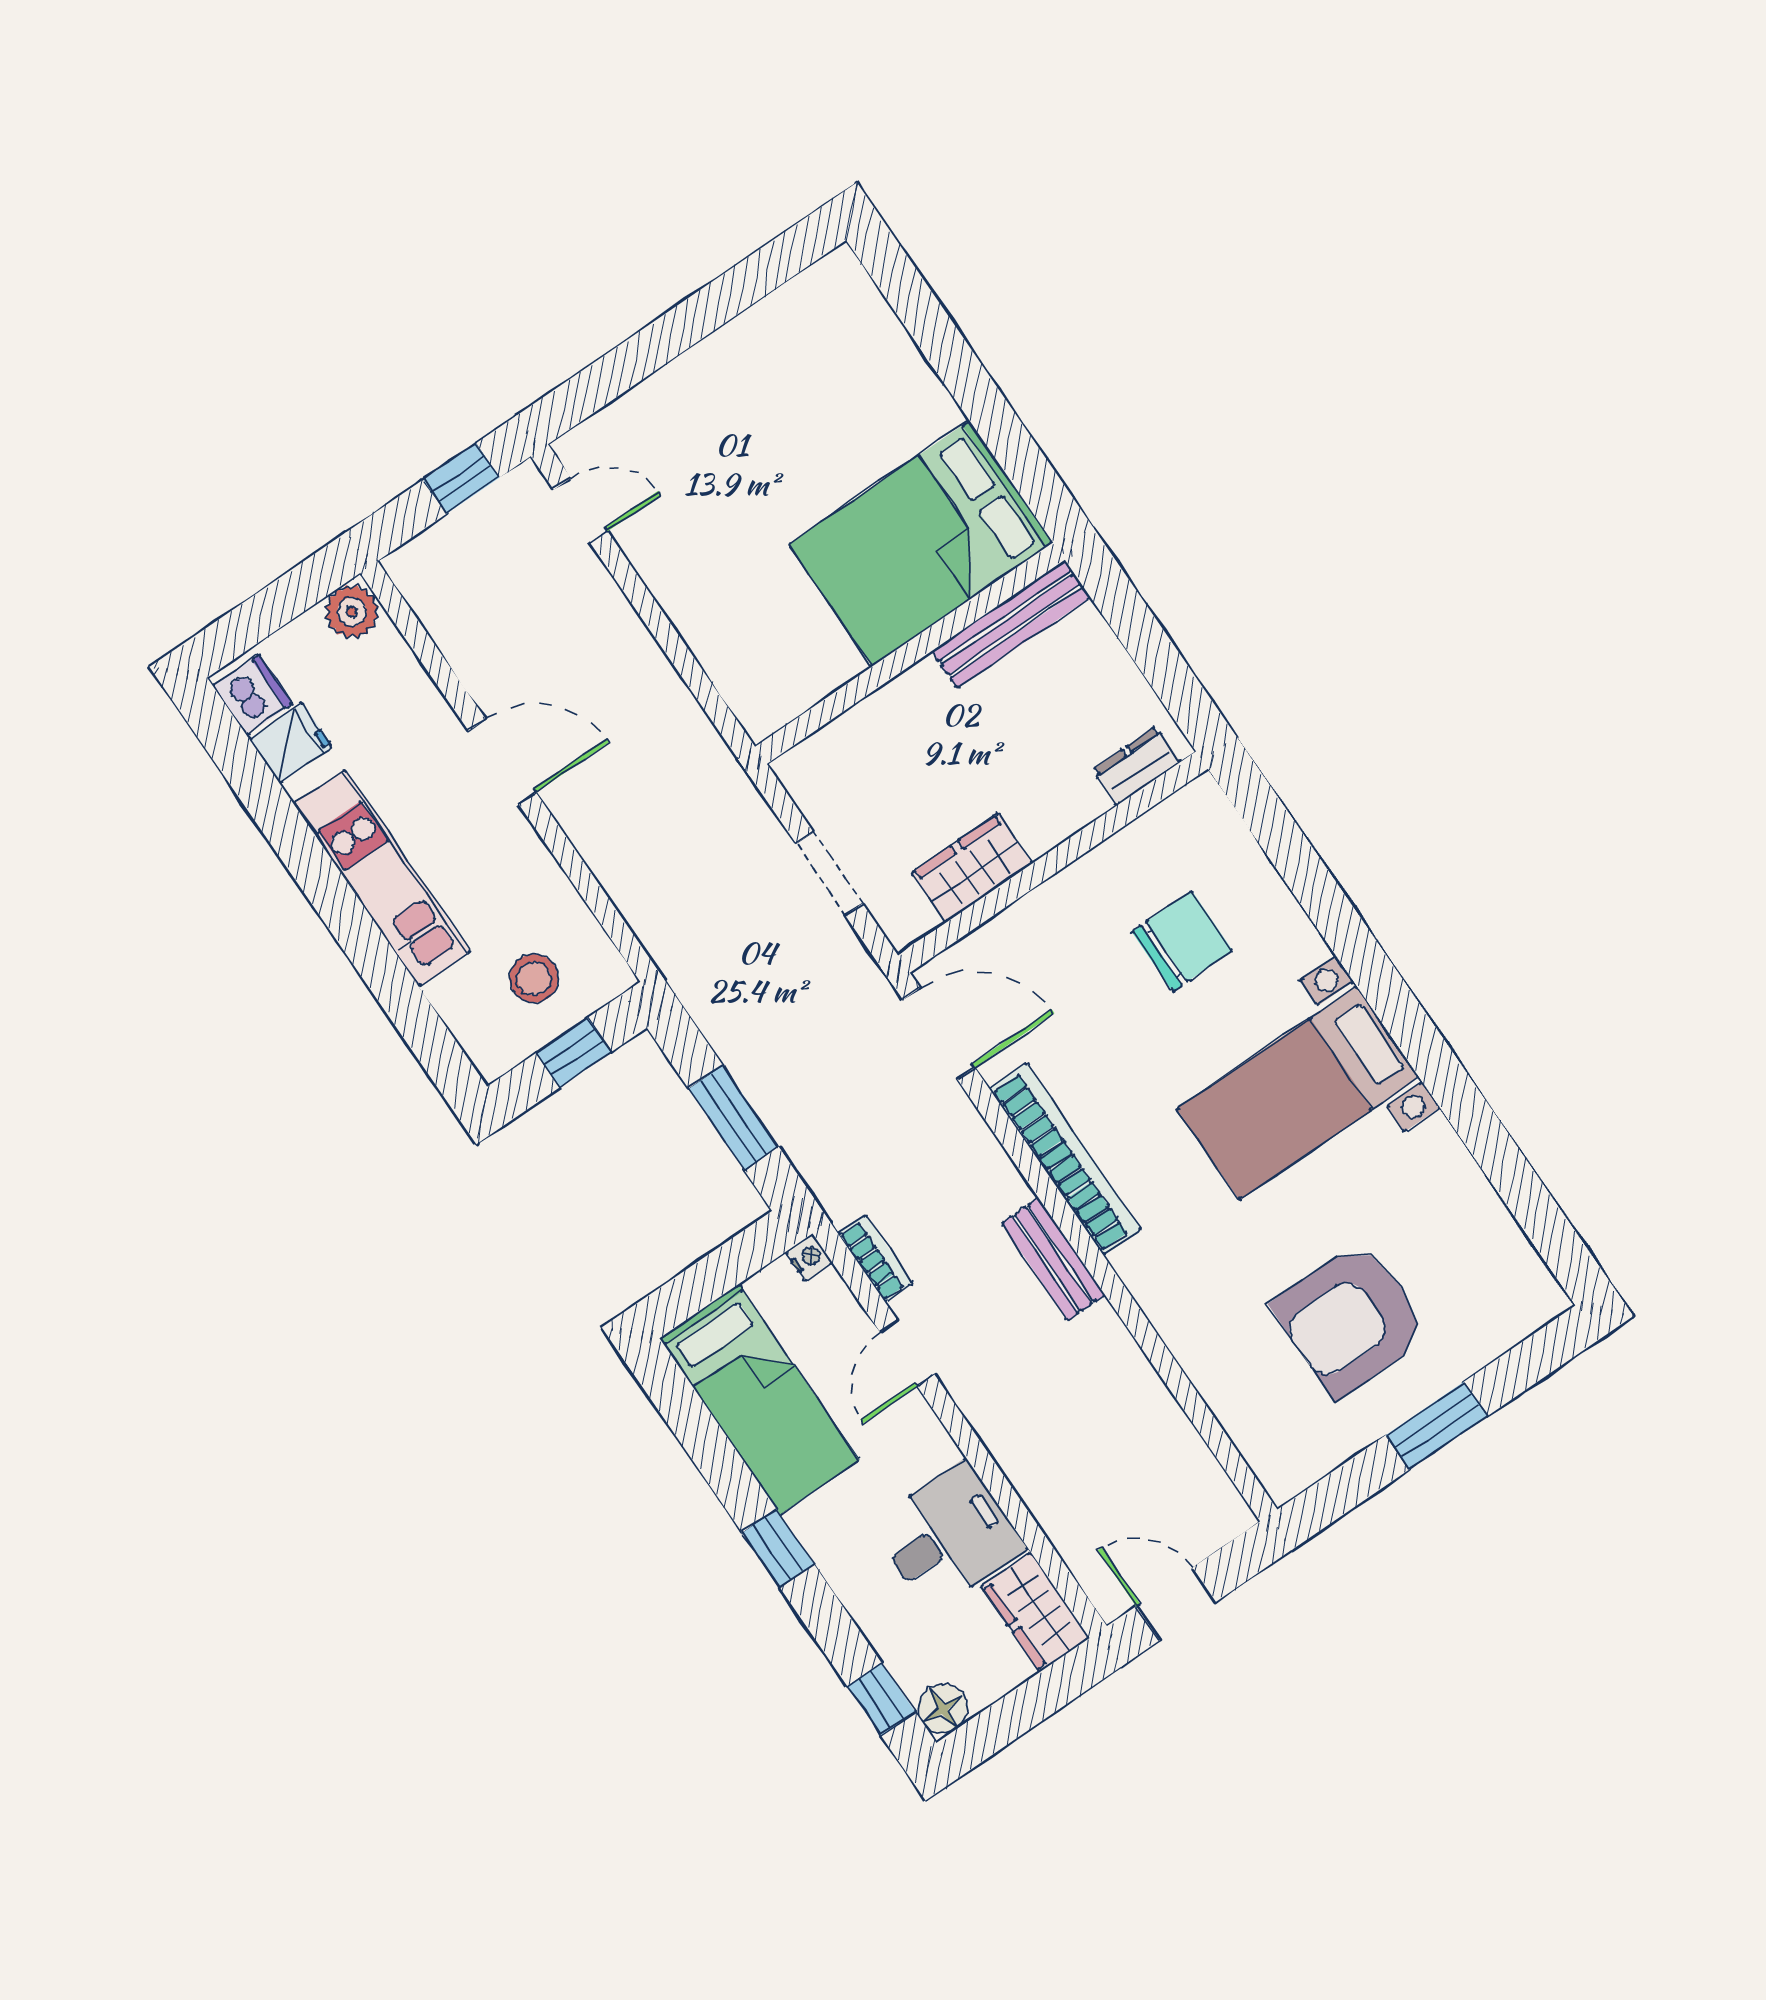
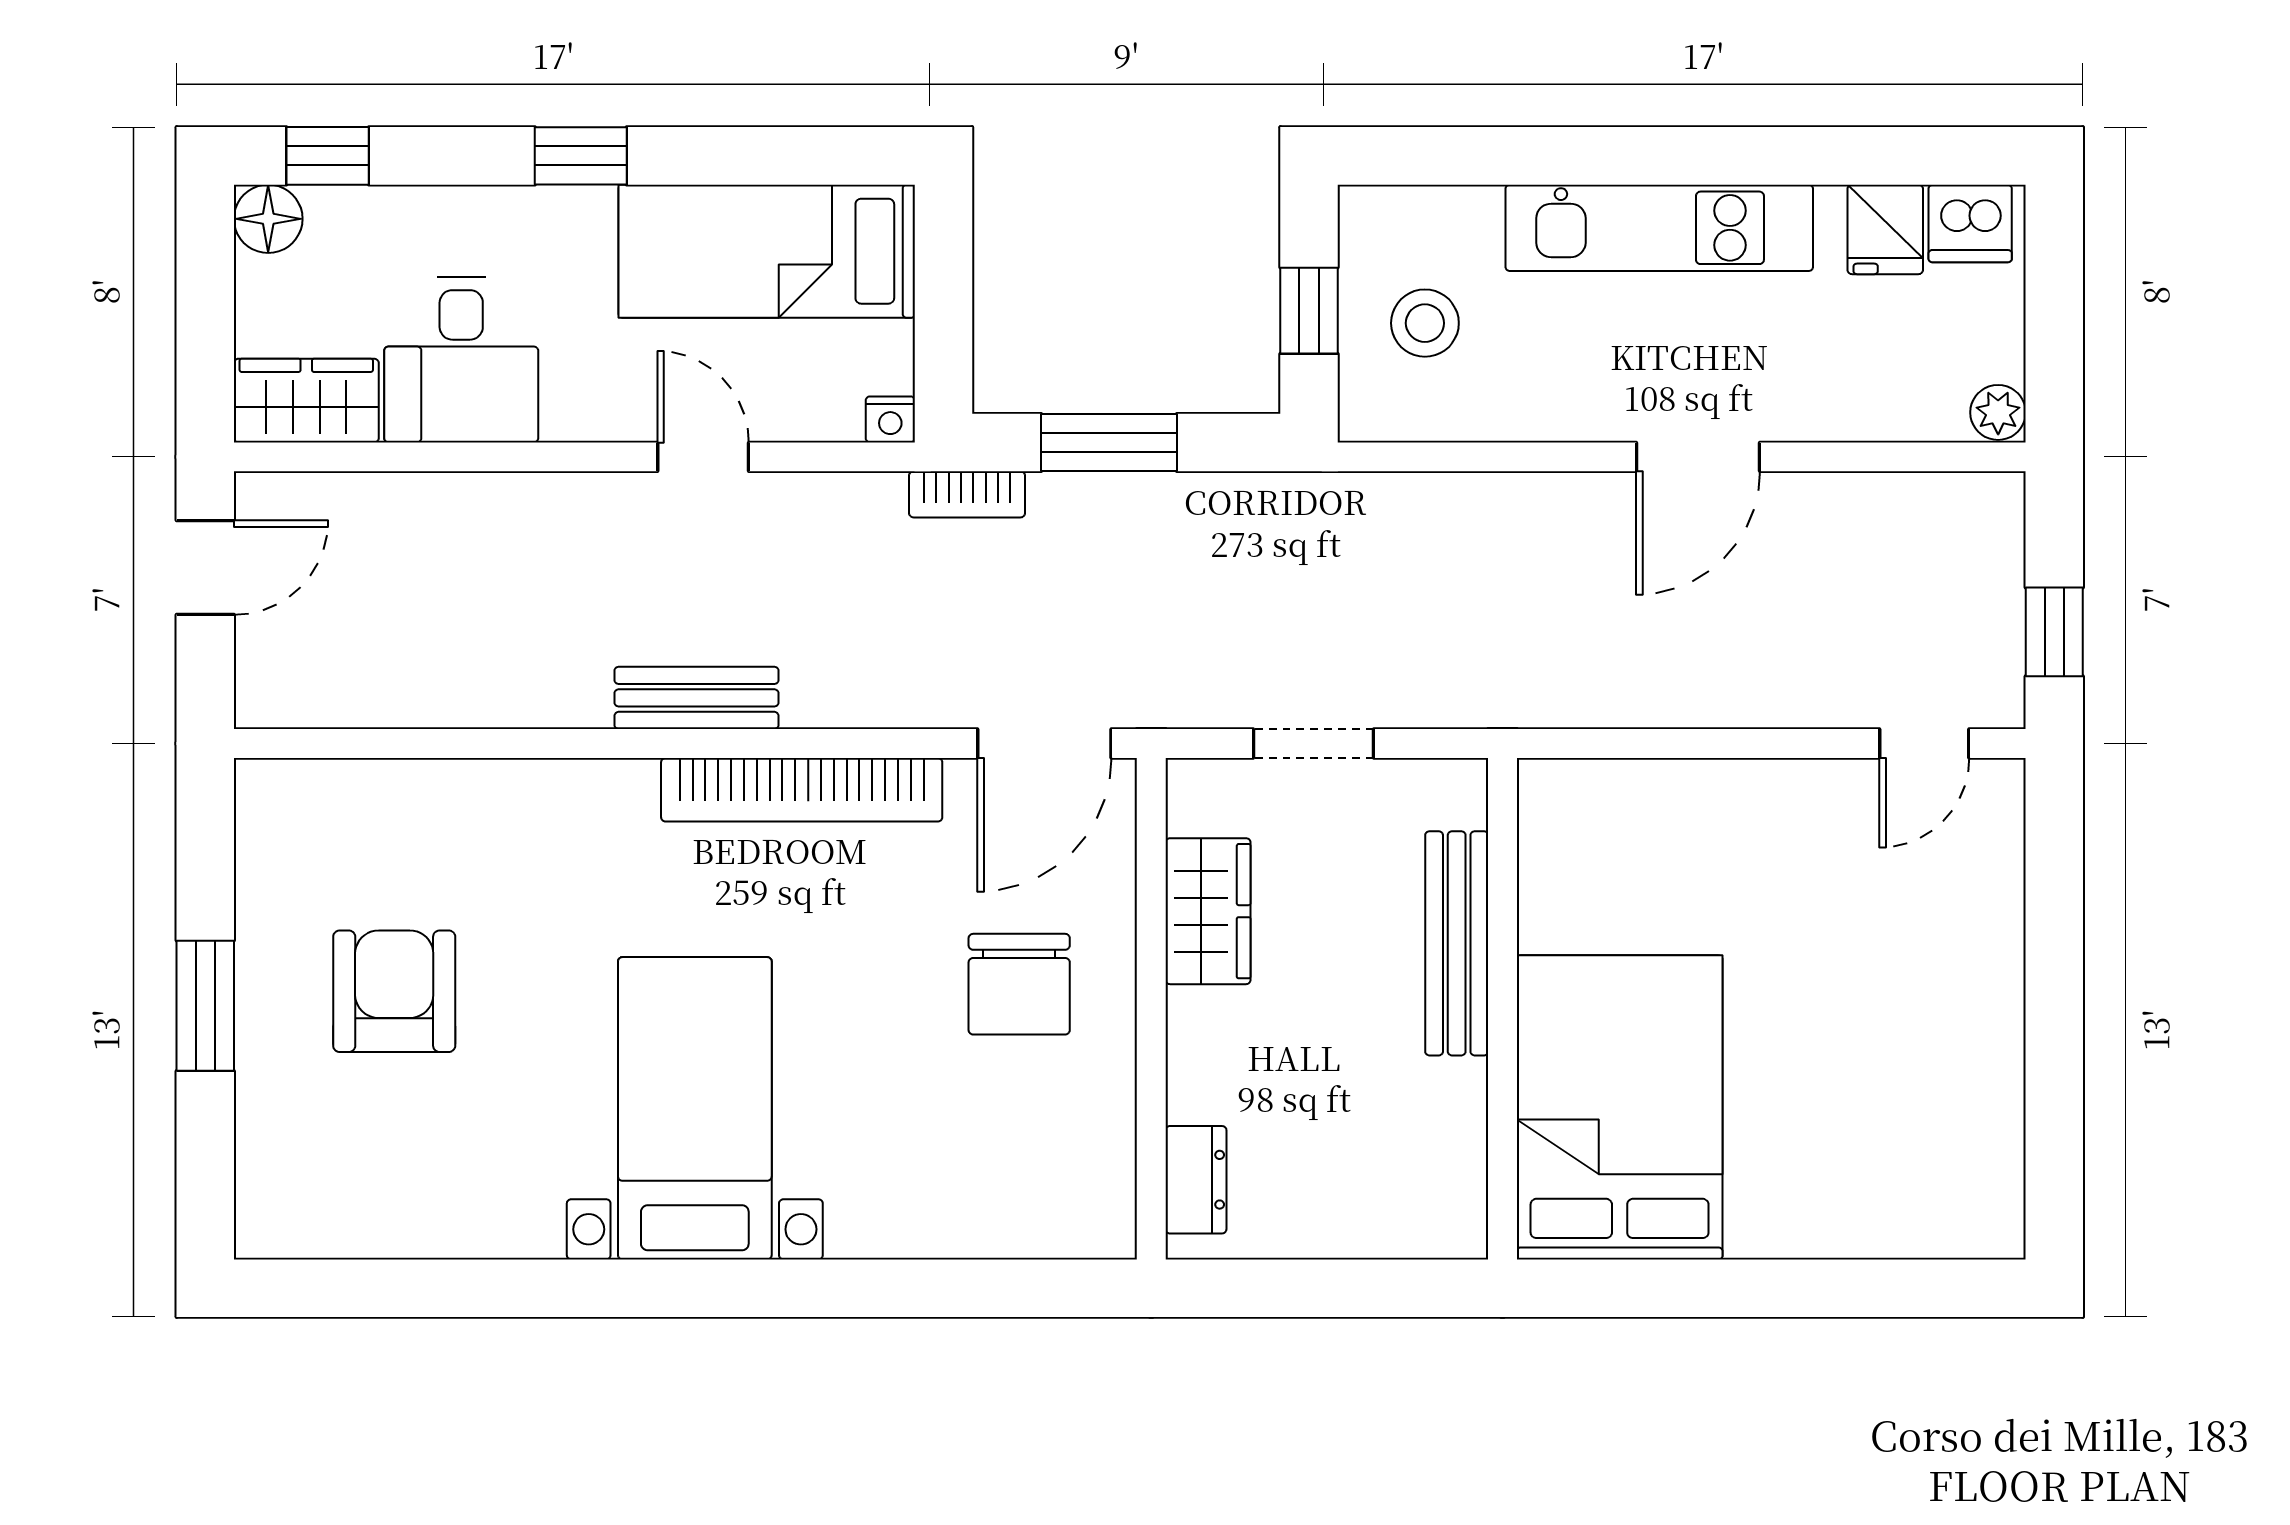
plant: (352, 612) -> (1998, 412), width x0.73, depth x0.73
bench: (1011, 624) -> (1457, 943), moved
chair: (1182, 941) -> (1019, 984), moved
bookcase: (875, 1259) -> (967, 494), moved
armchair: (1351, 1319) -> (394, 991), width x0.73, depth x0.73

